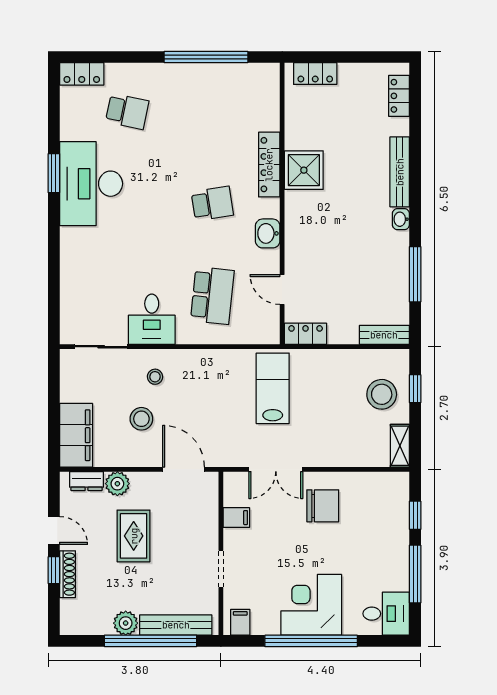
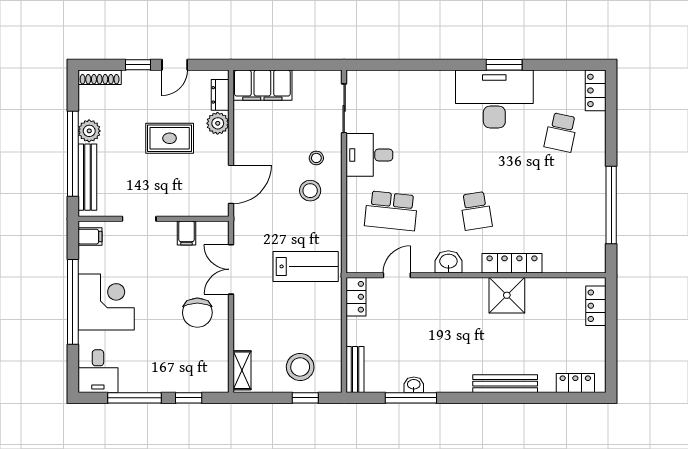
washbasin: (401, 219) -> (414, 385), moved
stool: (141, 419) -> (310, 191), moved
shelving: (400, 446) -> (242, 370), moved, turned 90
shoe rack: (67, 574) -> (100, 77), moved

